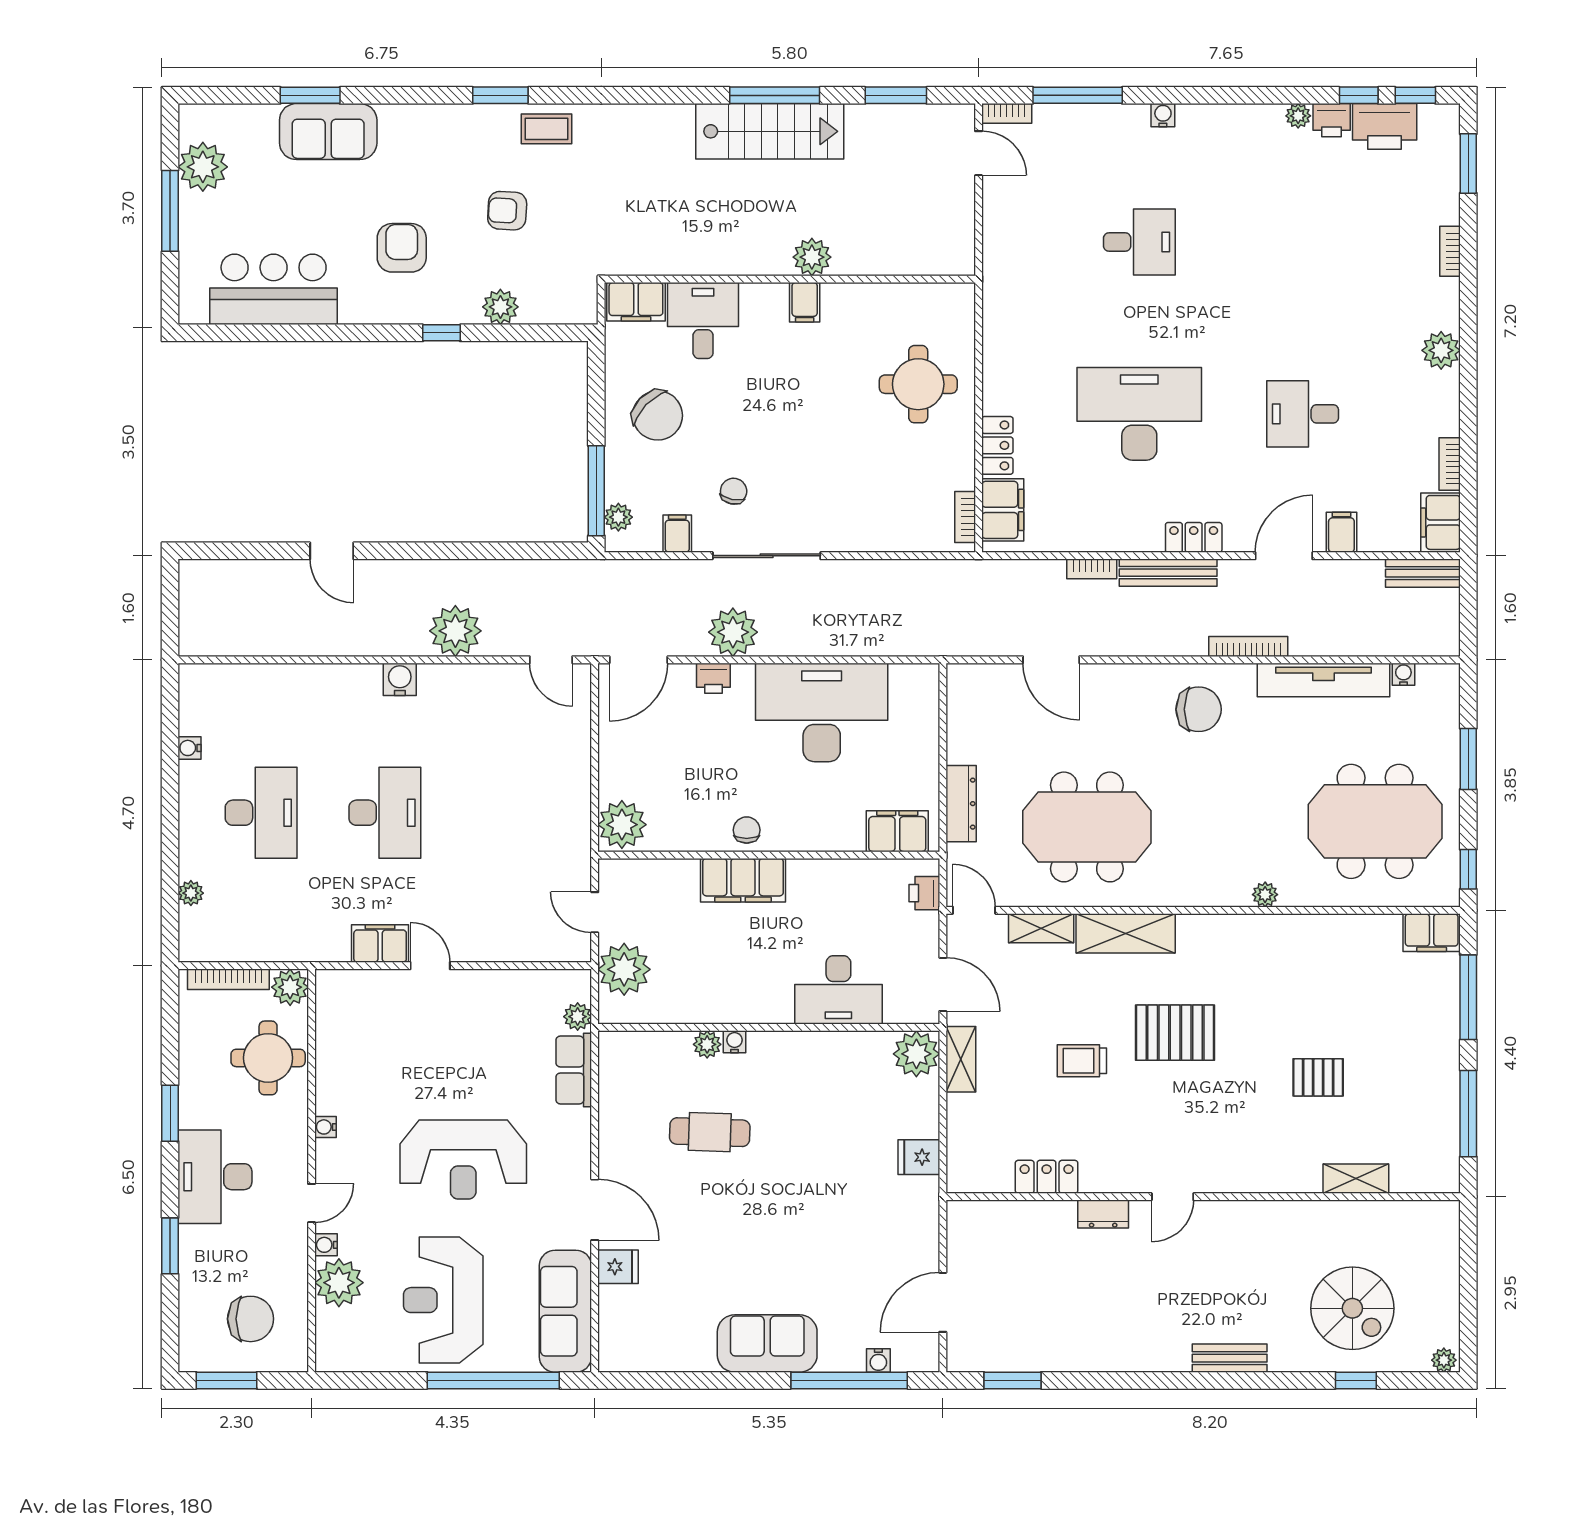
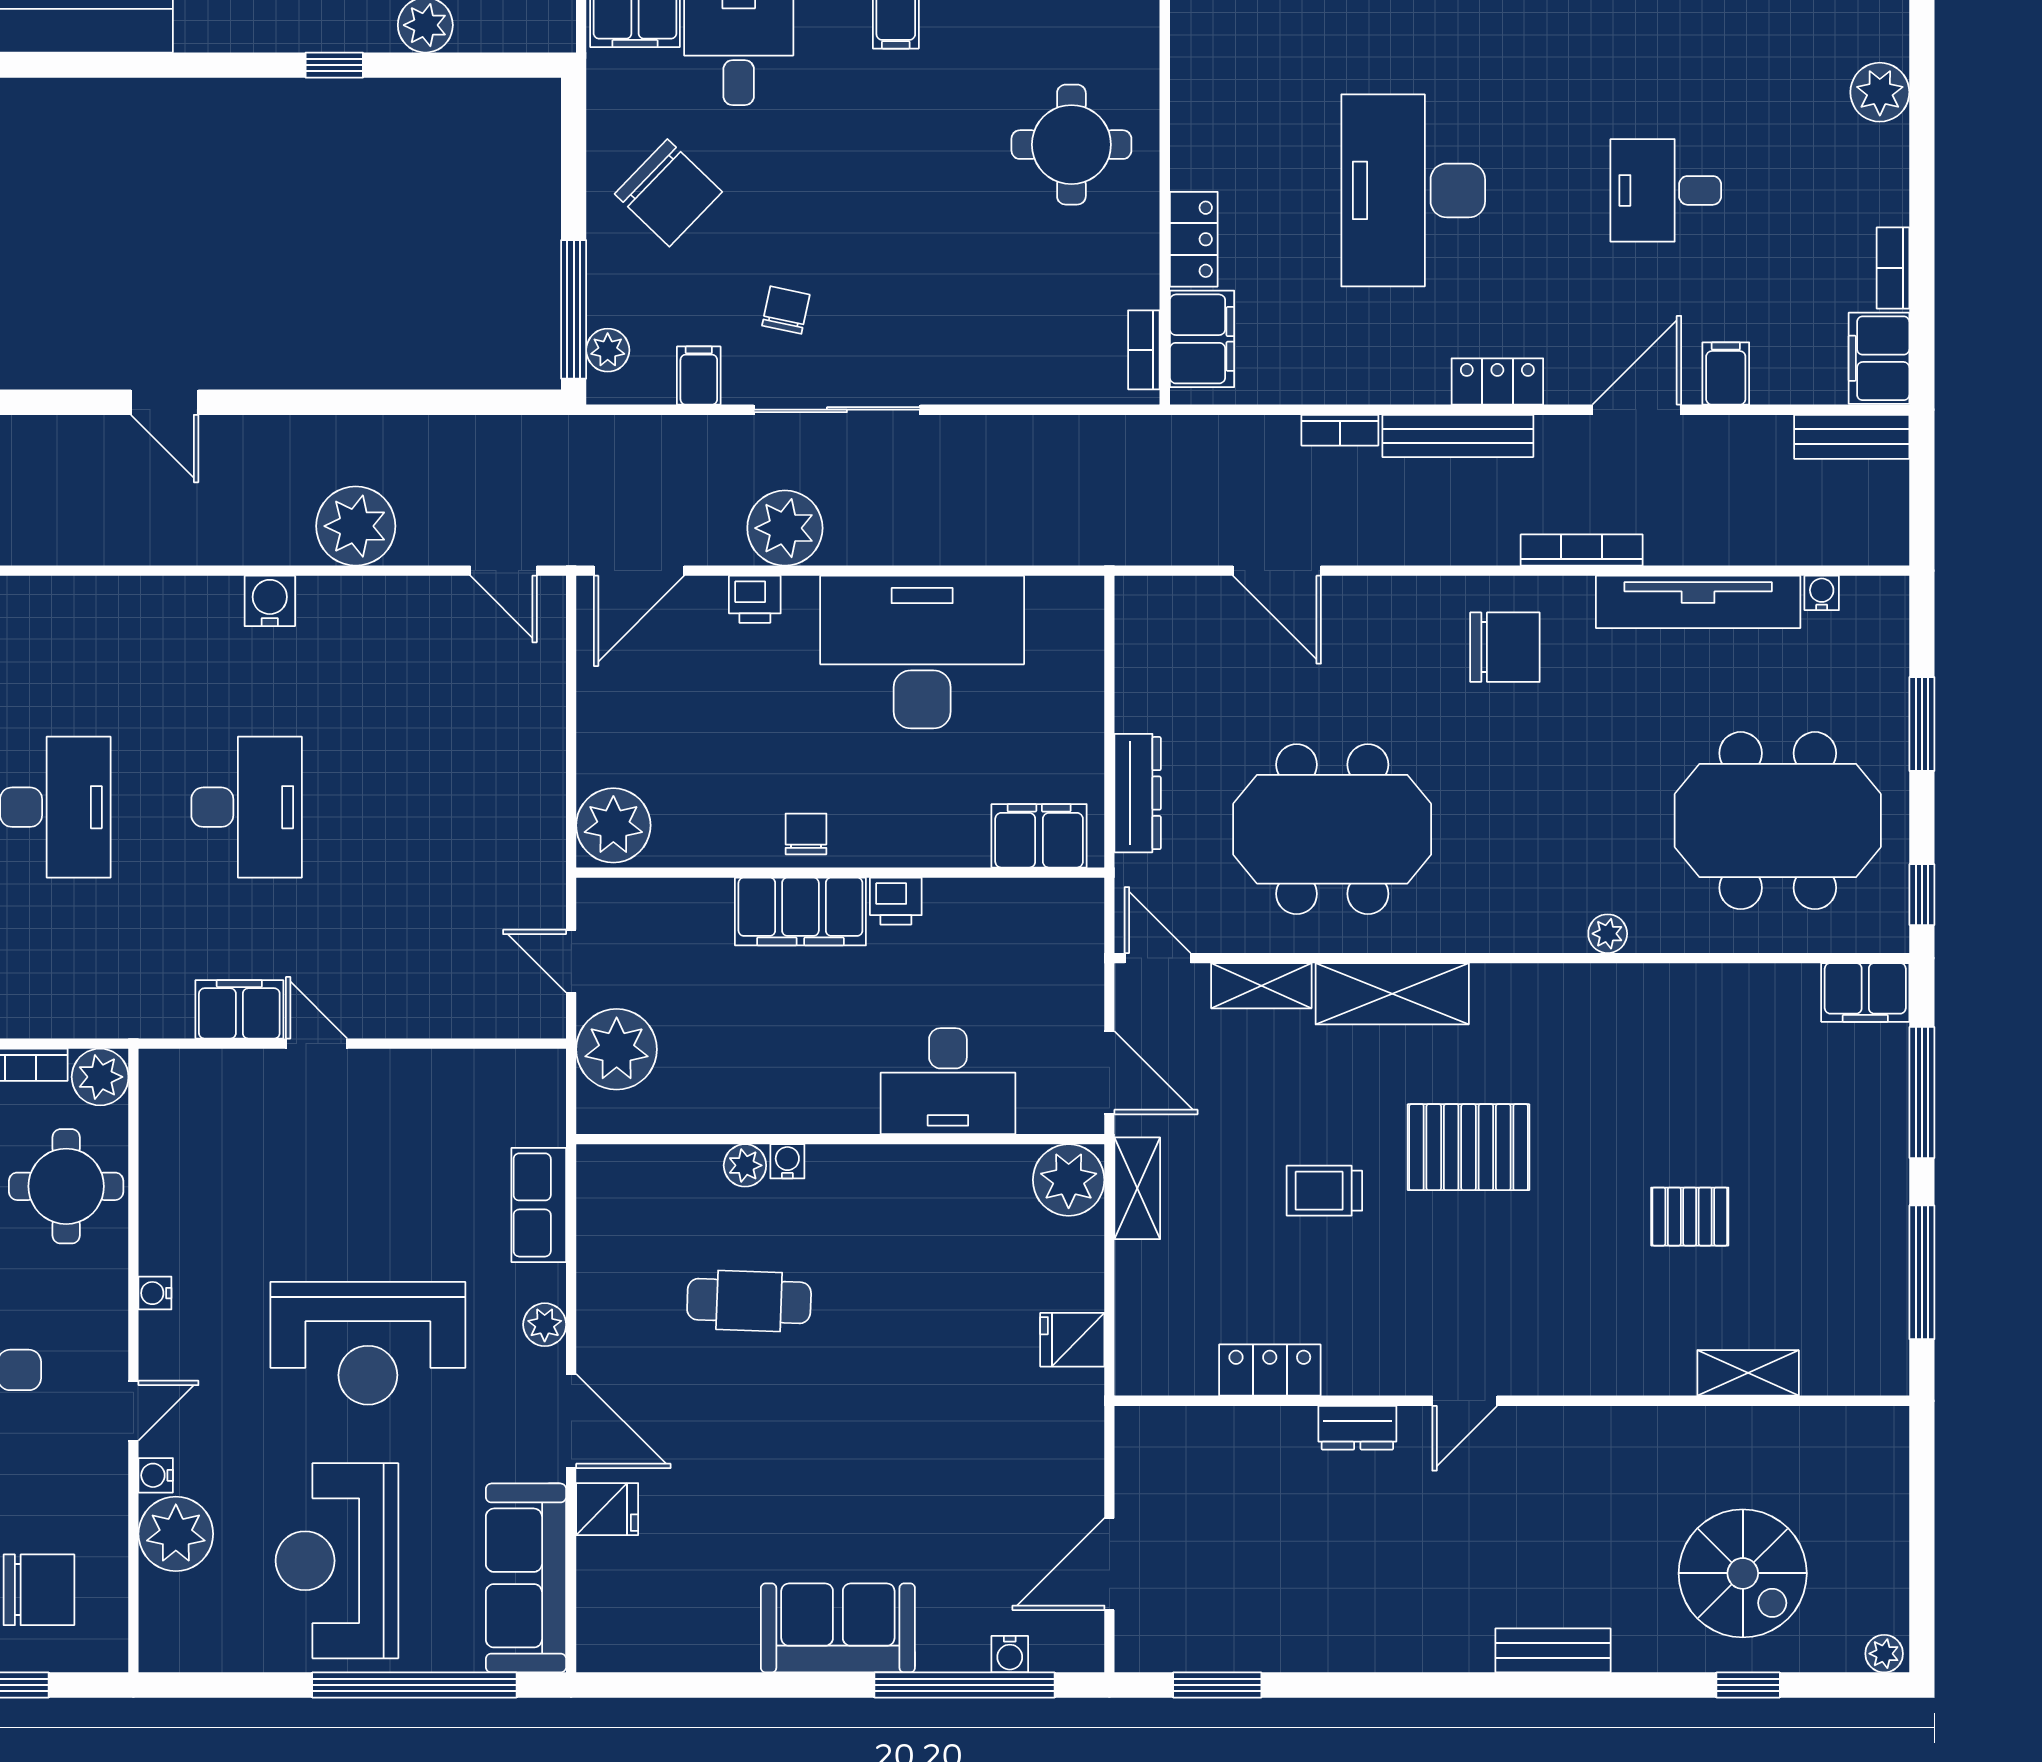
desk: (1139, 414) -> (1413, 190), turned -90
printer: (924, 893) -> (896, 901), moved, turned -90
plant: (578, 1017) -> (545, 1325), moved

